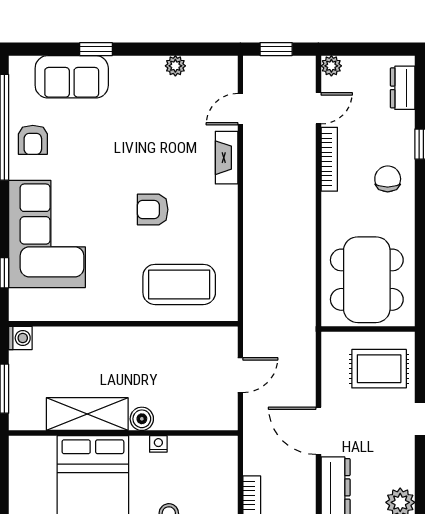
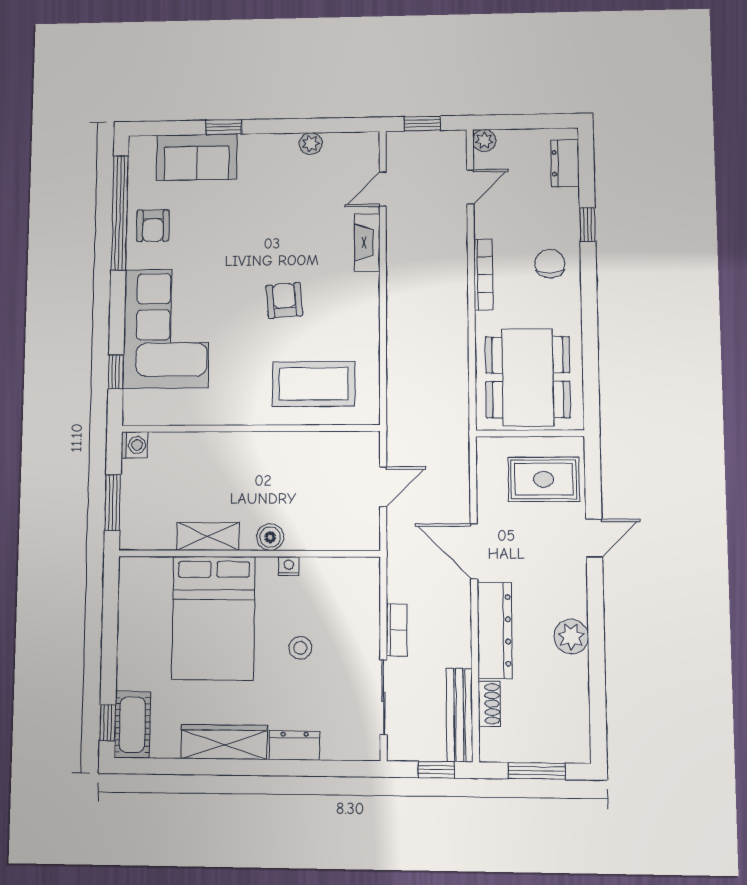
bookcase: (329, 159) -> (483, 274), moved
armchair: (153, 210) -> (284, 300), turned 85
shelving: (87, 414) -> (208, 536), width x0.67, depth x0.75

